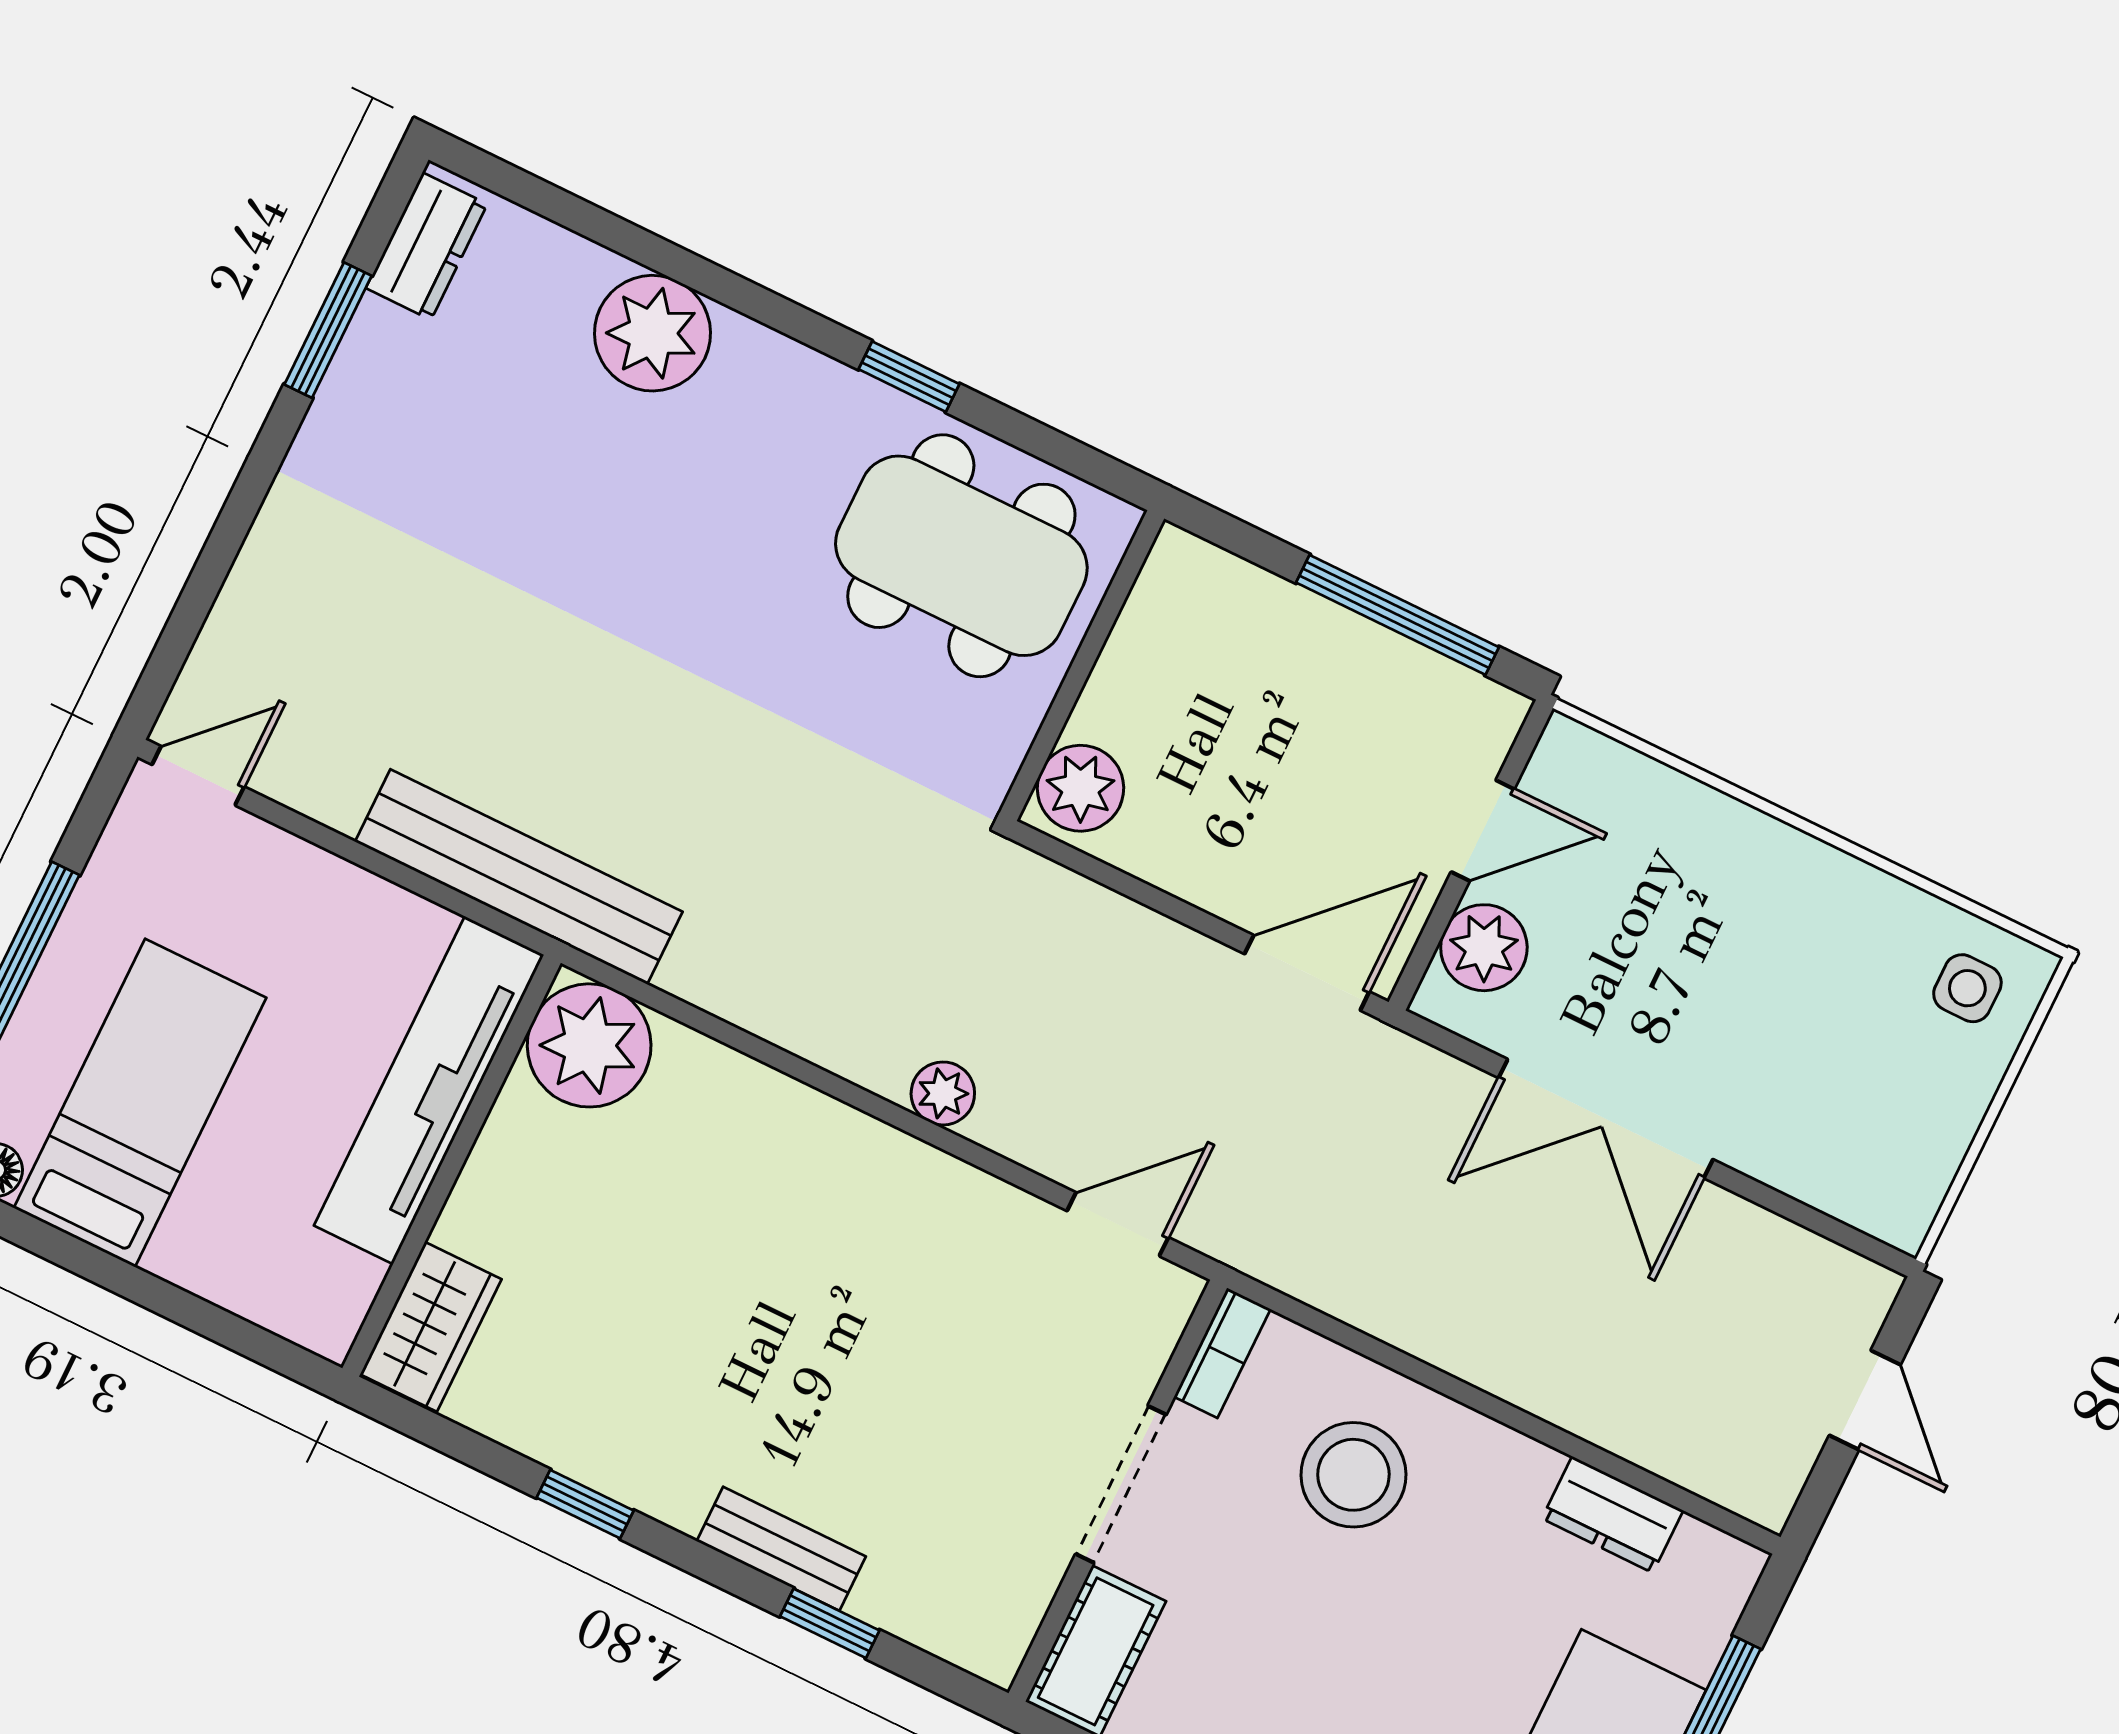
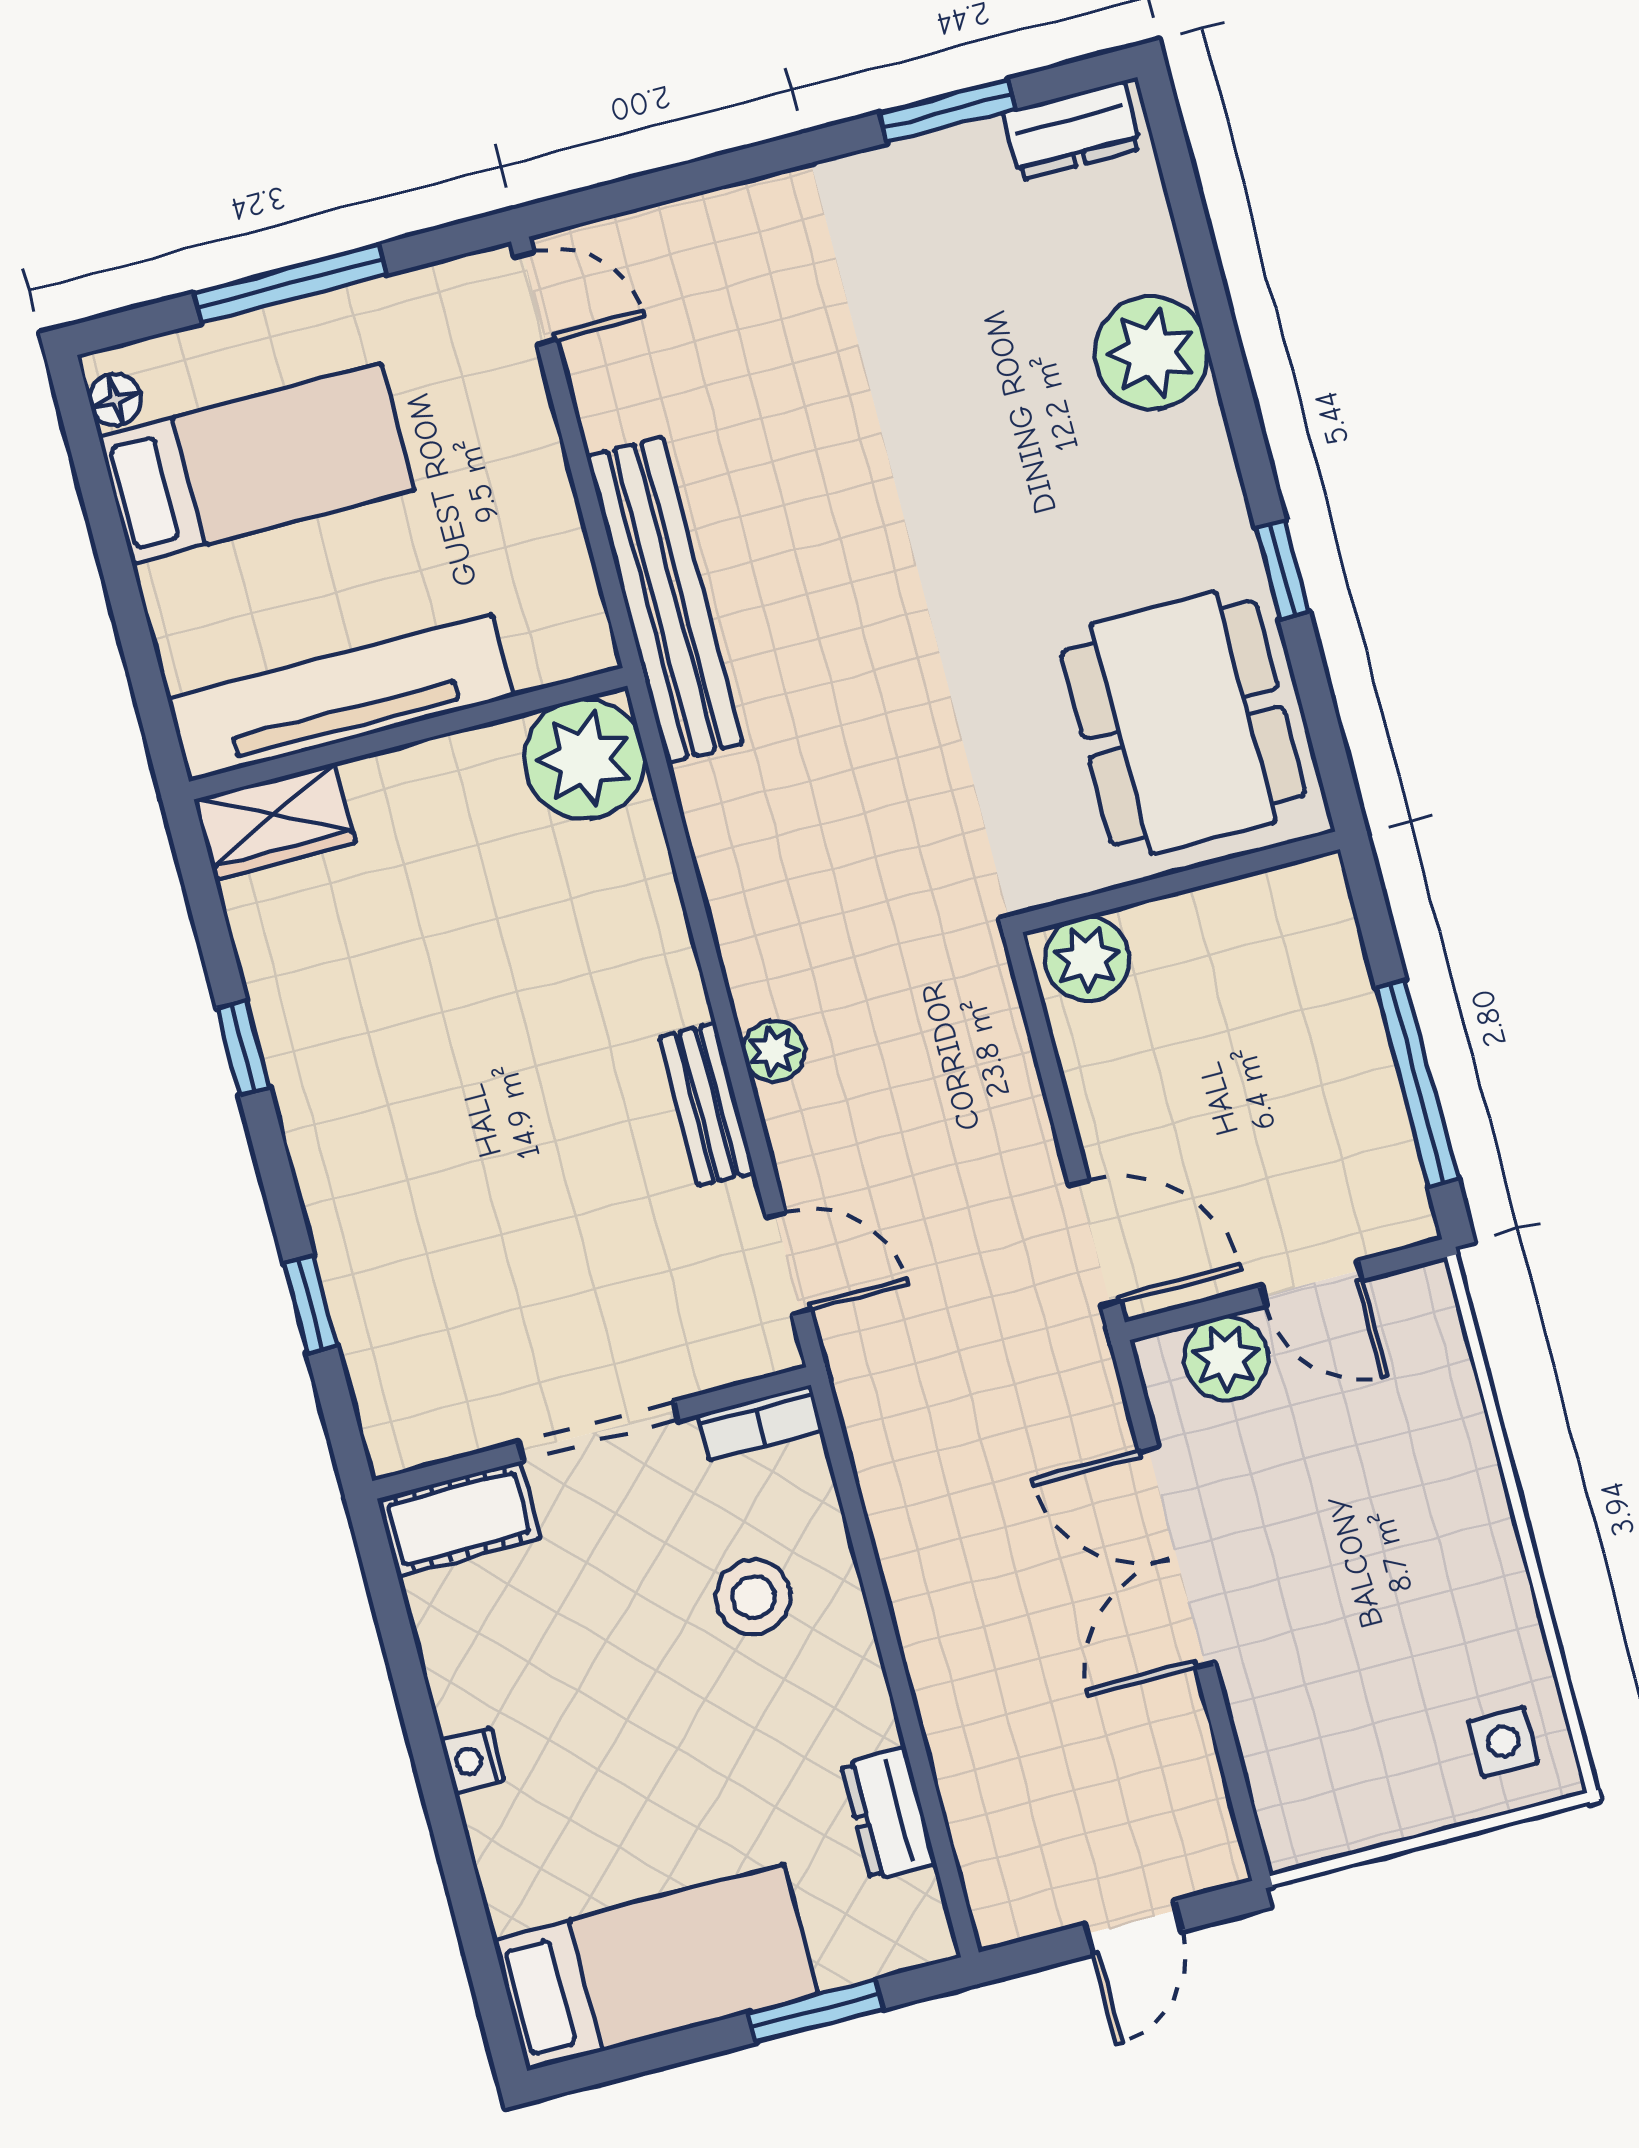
tv unit: (429, 1090) -> (340, 698), moved
stool: (1353, 1475) -> (753, 1597), width x0.73, depth x0.73
bench: (781, 1549) -> (707, 1104), moved

